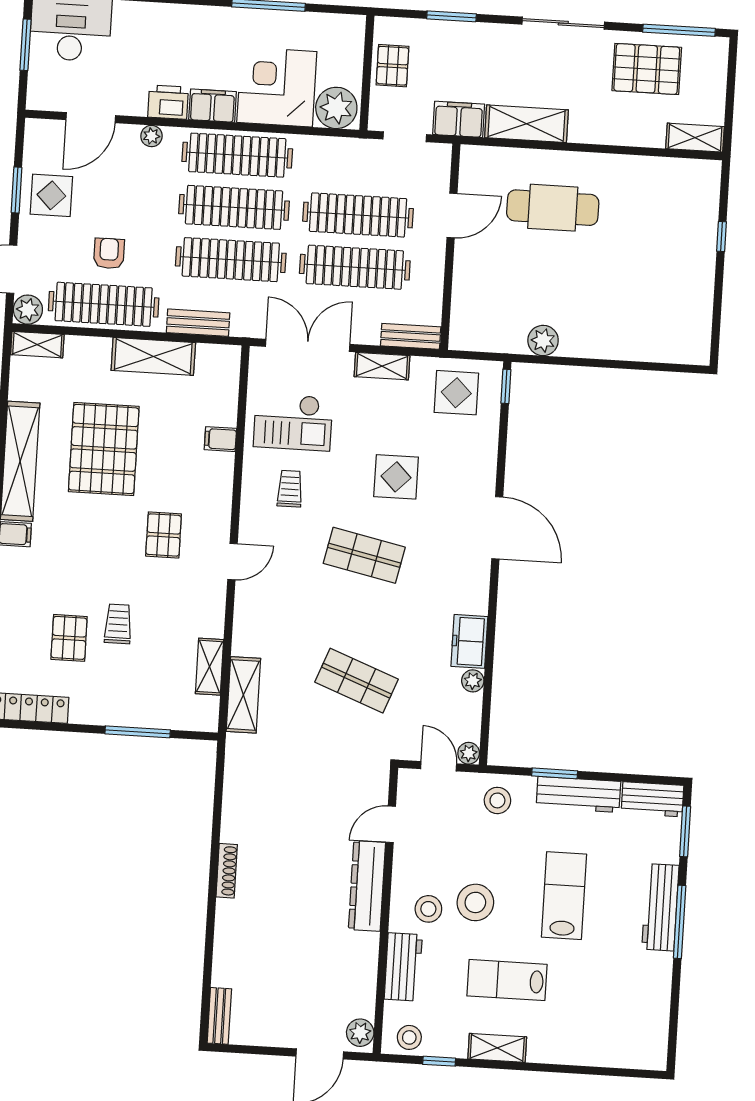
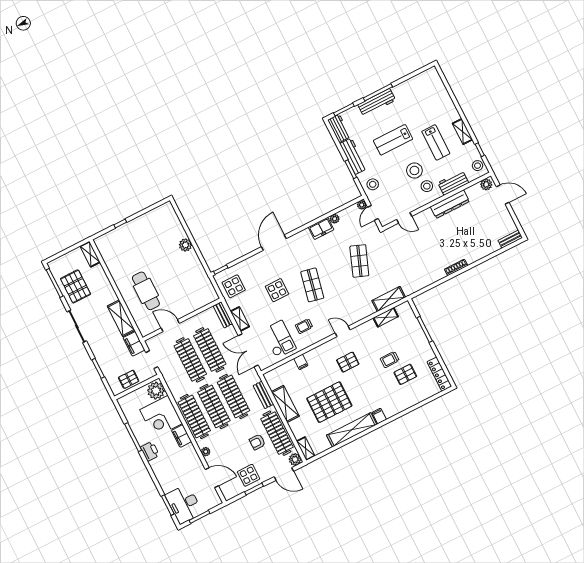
printer: (168, 102) -> (150, 451), moved, turned 180
plant: (543, 341) -> (185, 245), moved
dresser: (367, 886) -> (450, 204), moved

